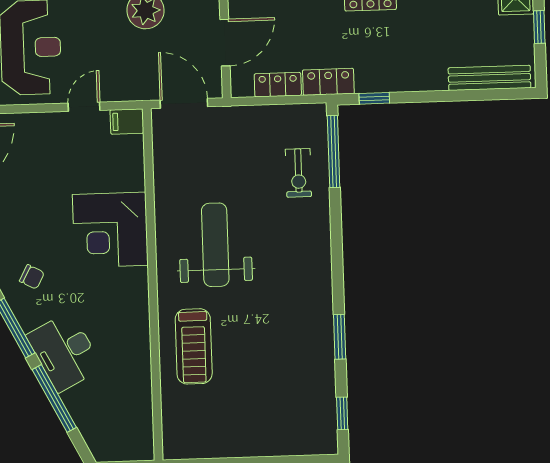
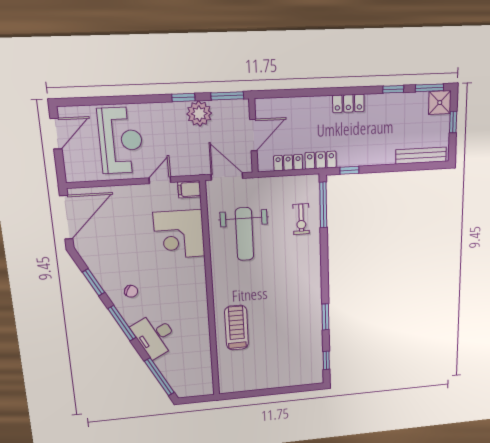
corner desk: (110, 230) -> (179, 234), moved
weight bench: (215, 245) -> (244, 234), moved, turned 180
treadmill: (194, 346) -> (237, 328), turned 180
window: (54, 399) -> (159, 377), moved

